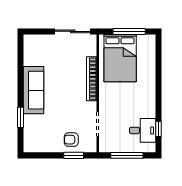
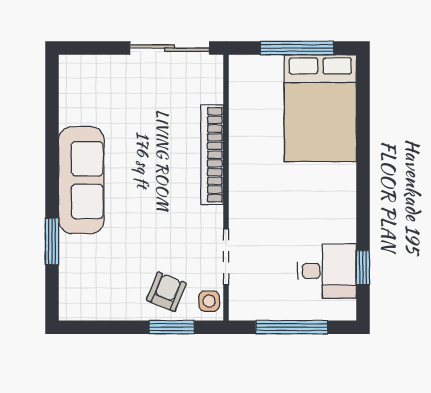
bed: (120, 58) -> (320, 108), moved
armchair: (71, 140) -> (166, 292), turned 112
side table: (90, 144) -> (209, 301), added

